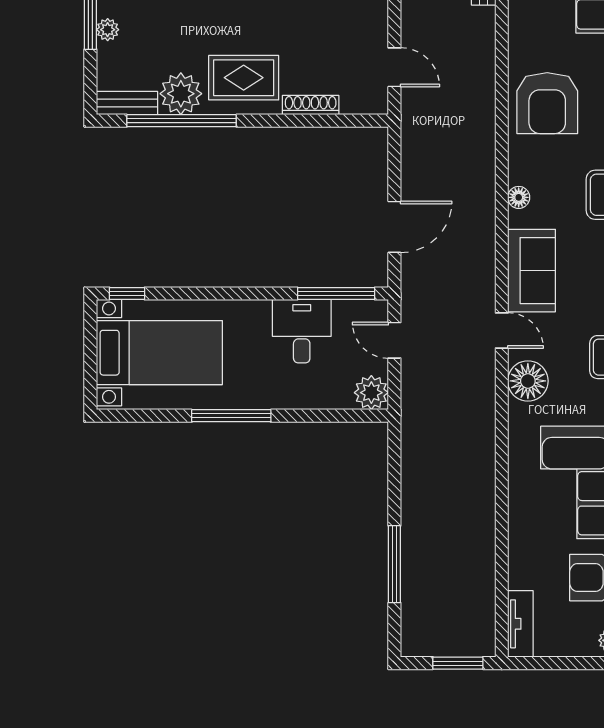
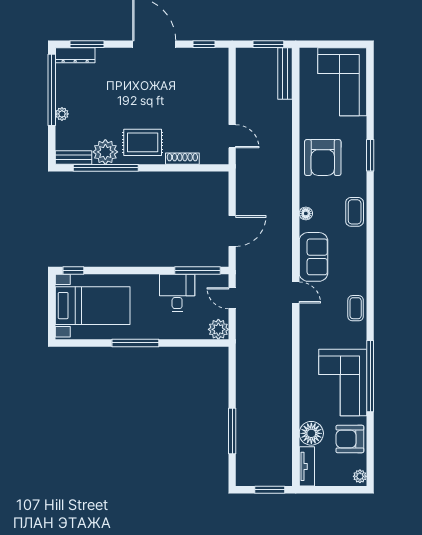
floor lamp: (528, 381) -> (311, 433), moved

